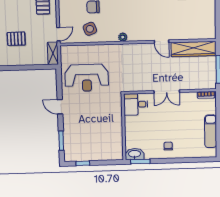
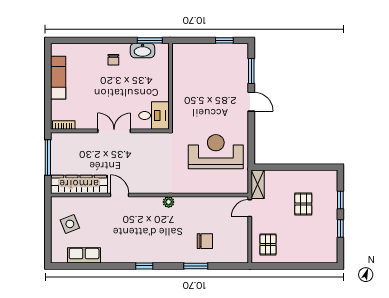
side table: (90, 29) -> (70, 224), moved
pallet: (16, 39) -> (303, 204), turned 90
door: (60, 107) -> (251, 102), moved
washbasin: (135, 154) -> (142, 50), moved

